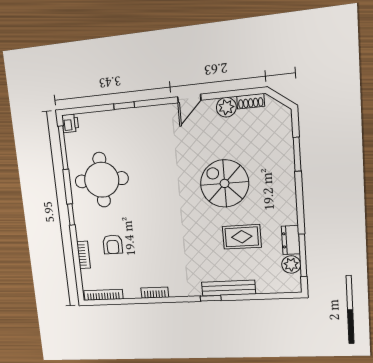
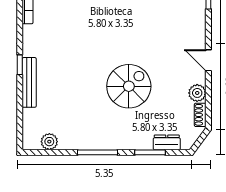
rug: (242, 237) -> (78, 98), removed
dresser: (291, 240) -> (167, 142), moved
window: (303, 255) -> (97, 152), moved

